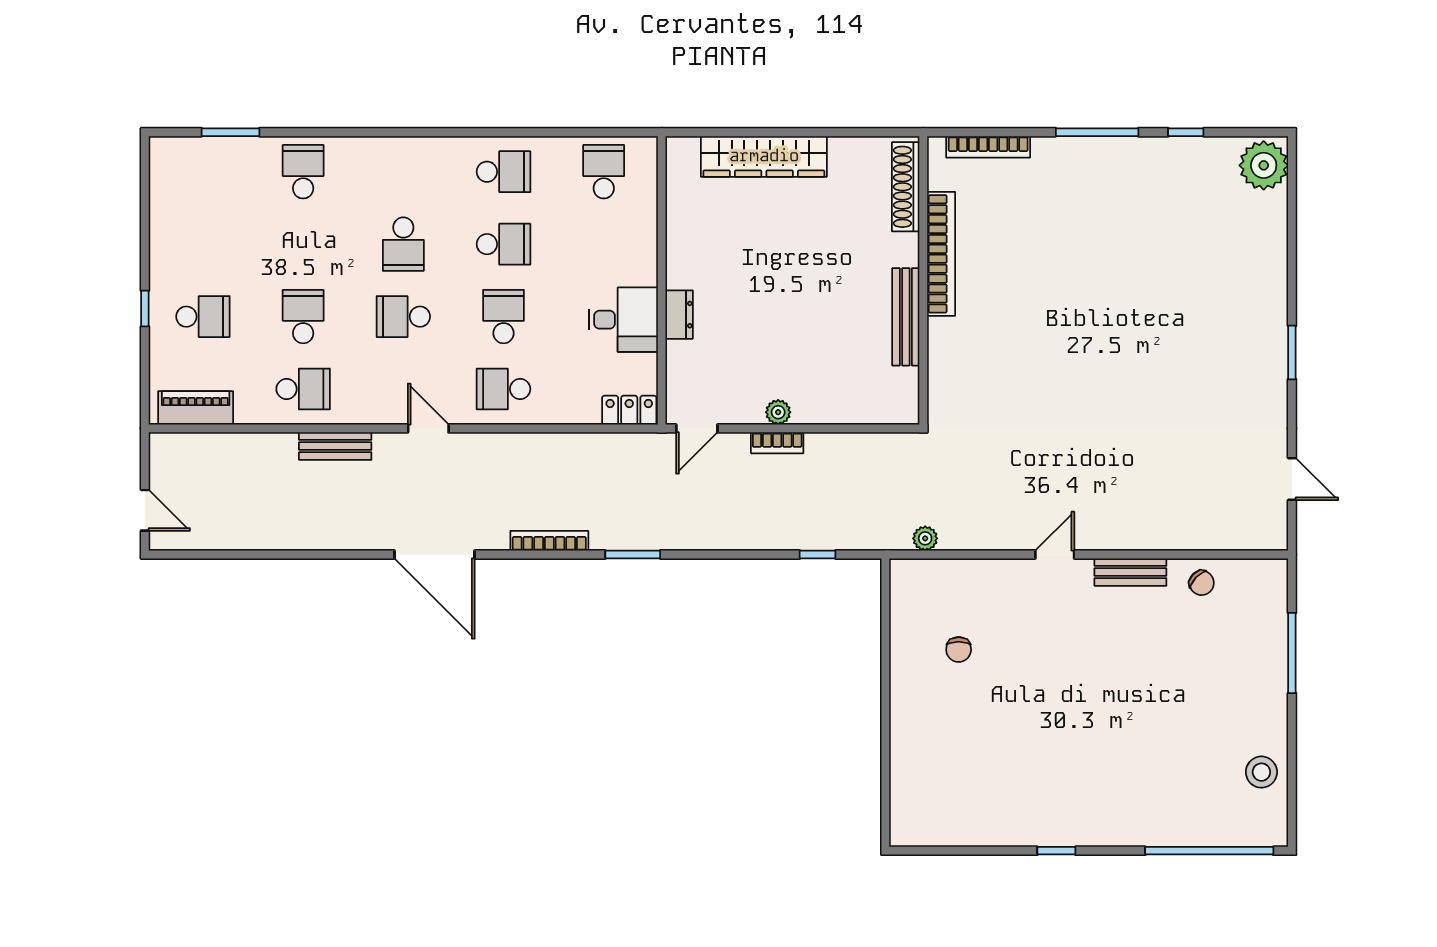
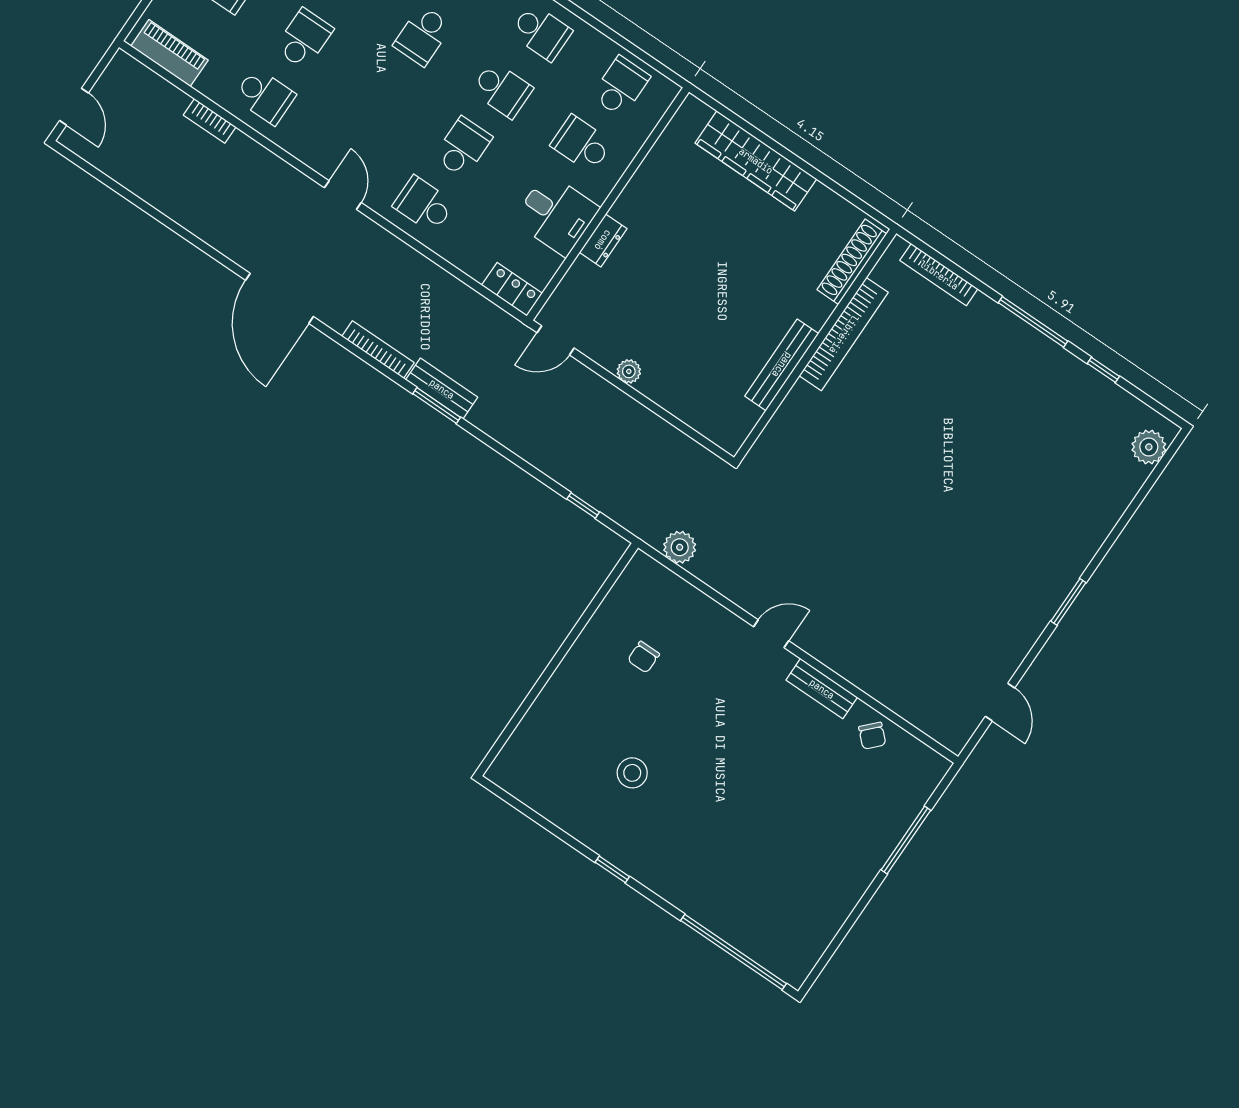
plant: (1264, 165) -> (1149, 447), width x0.73, depth x0.73
school desk: (403, 317) -> (581, 144), moved
bookcase: (777, 443) -> (210, 121), moved
bench: (335, 446) -> (442, 389), moved
plant: (925, 538) -> (680, 547), width x1.38, depth x1.38
stool: (1261, 772) -> (632, 773), moved

